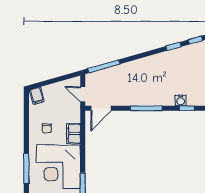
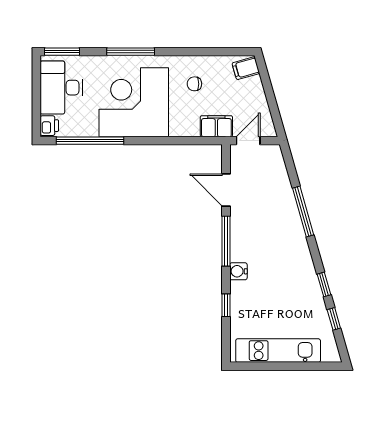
window: (104, 66) -> (303, 211), moved
water cooler: (181, 100) -> (238, 271), moved
door: (101, 108) -> (226, 190), moved
filing cabinet: (74, 134) -> (216, 126), moved

